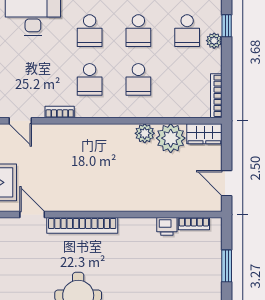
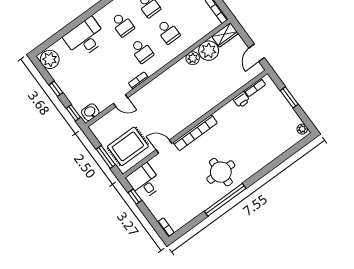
door: (227, 183) -> (257, 53), hinge flipped

